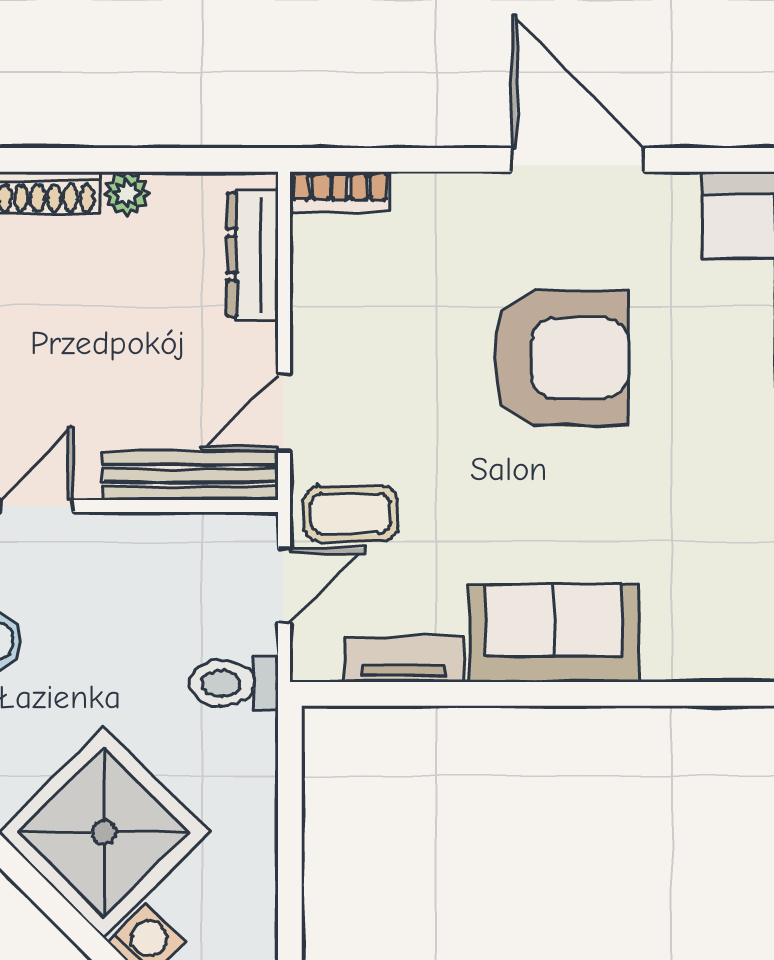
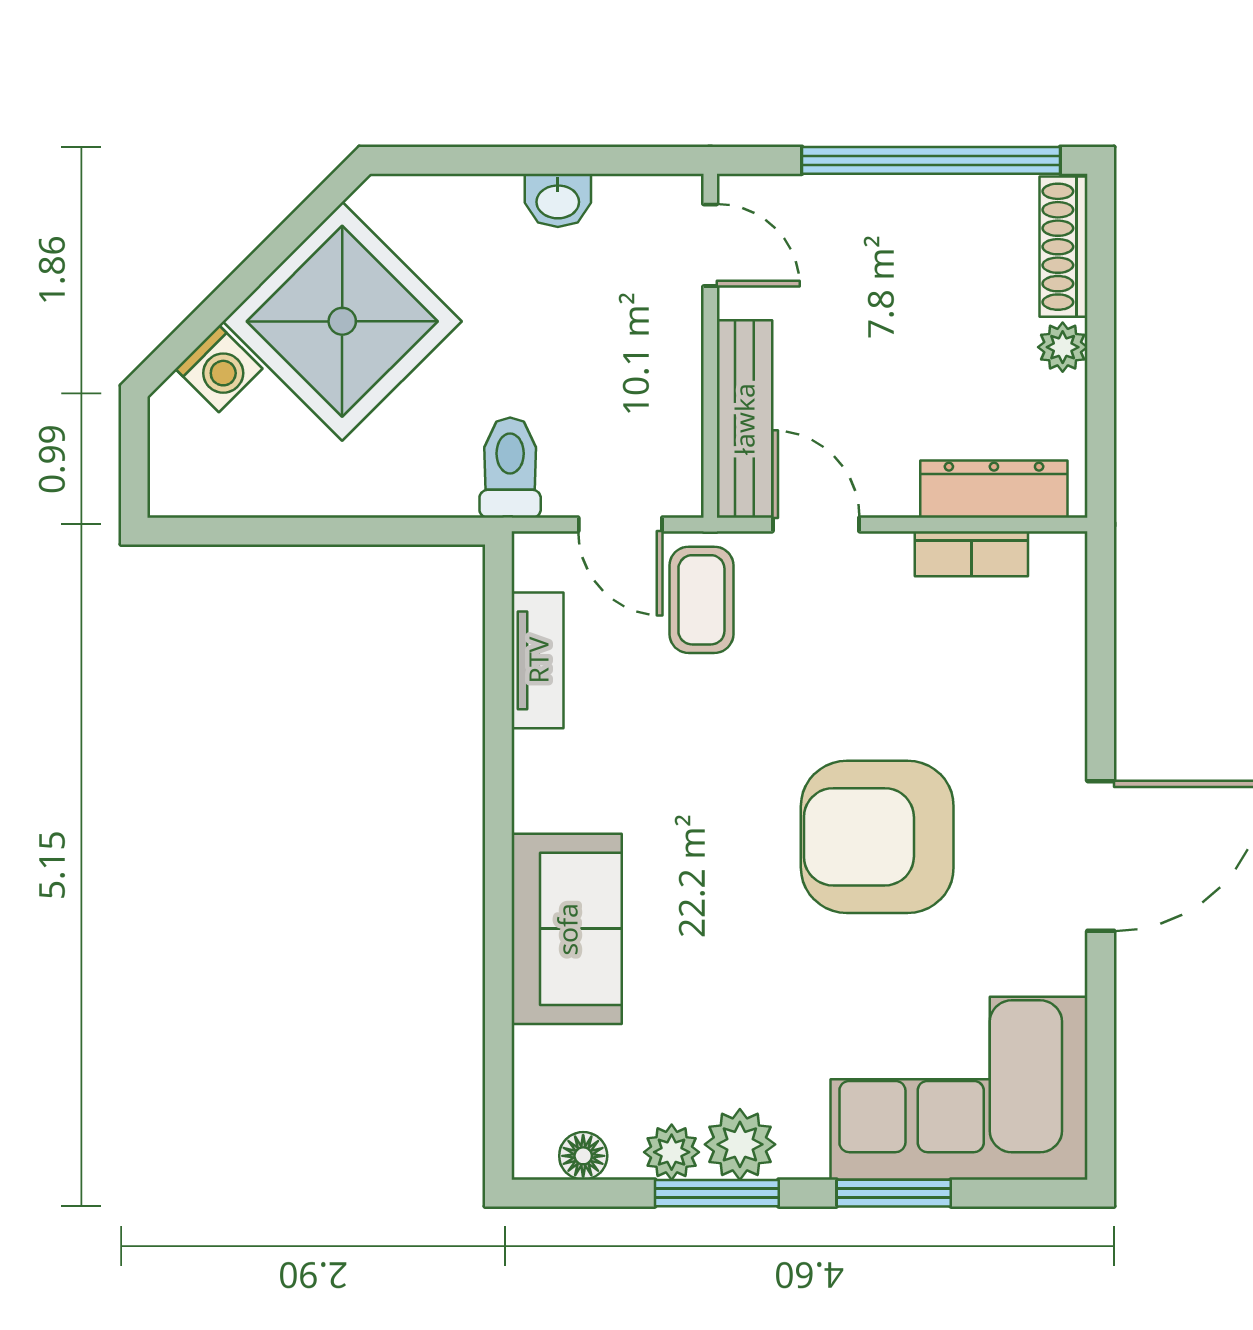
bookcase: (340, 192) -> (971, 554), moved, turned -90
armchair: (561, 358) -> (877, 837), turned 90
sofa: (554, 633) -> (567, 929), moved

